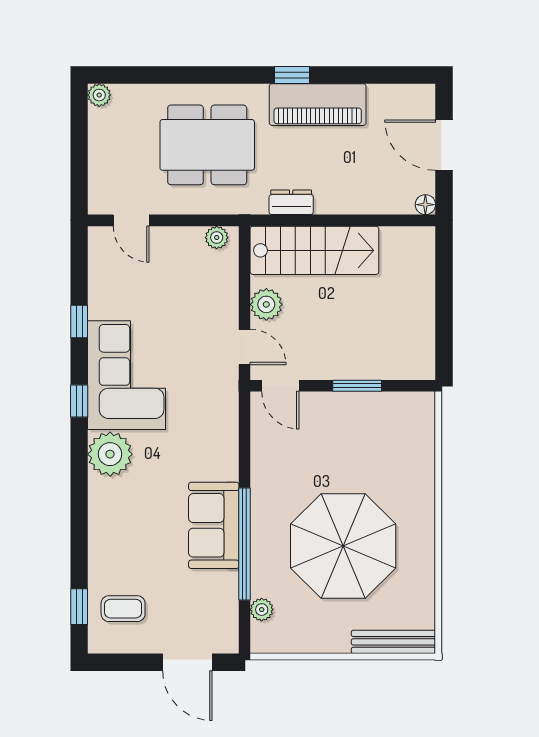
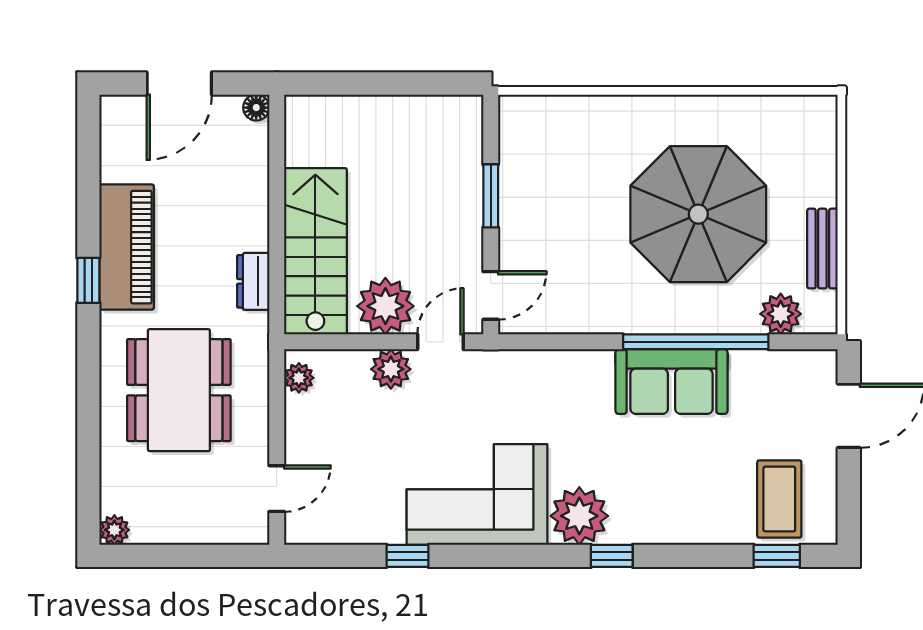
plant: (266, 304) -> (385, 306), width x1.36, depth x1.36
plant: (223, 309) -> (391, 369), added
window: (79, 401) -> (612, 556), moved
coffee table: (123, 609) -> (779, 499), width x1.36, depth x1.30
plant: (262, 610) -> (781, 314), width x1.38, depth x1.38
bench: (393, 642) -> (822, 249), moved, width x0.73

